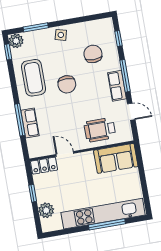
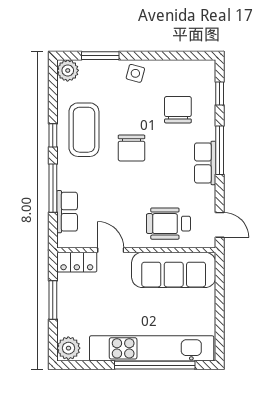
window: (8, 52) -> (53, 135), moved
door: (131, 112) -> (220, 225), moved
row of seats: (30, 123) -> (67, 212), moved
sofa: (116, 158) -> (174, 270), width x1.36
window: (33, 193) -> (53, 300), width x1.50
plant: (46, 210) -> (68, 348), moved
window: (107, 224) -> (155, 365), width x1.46

